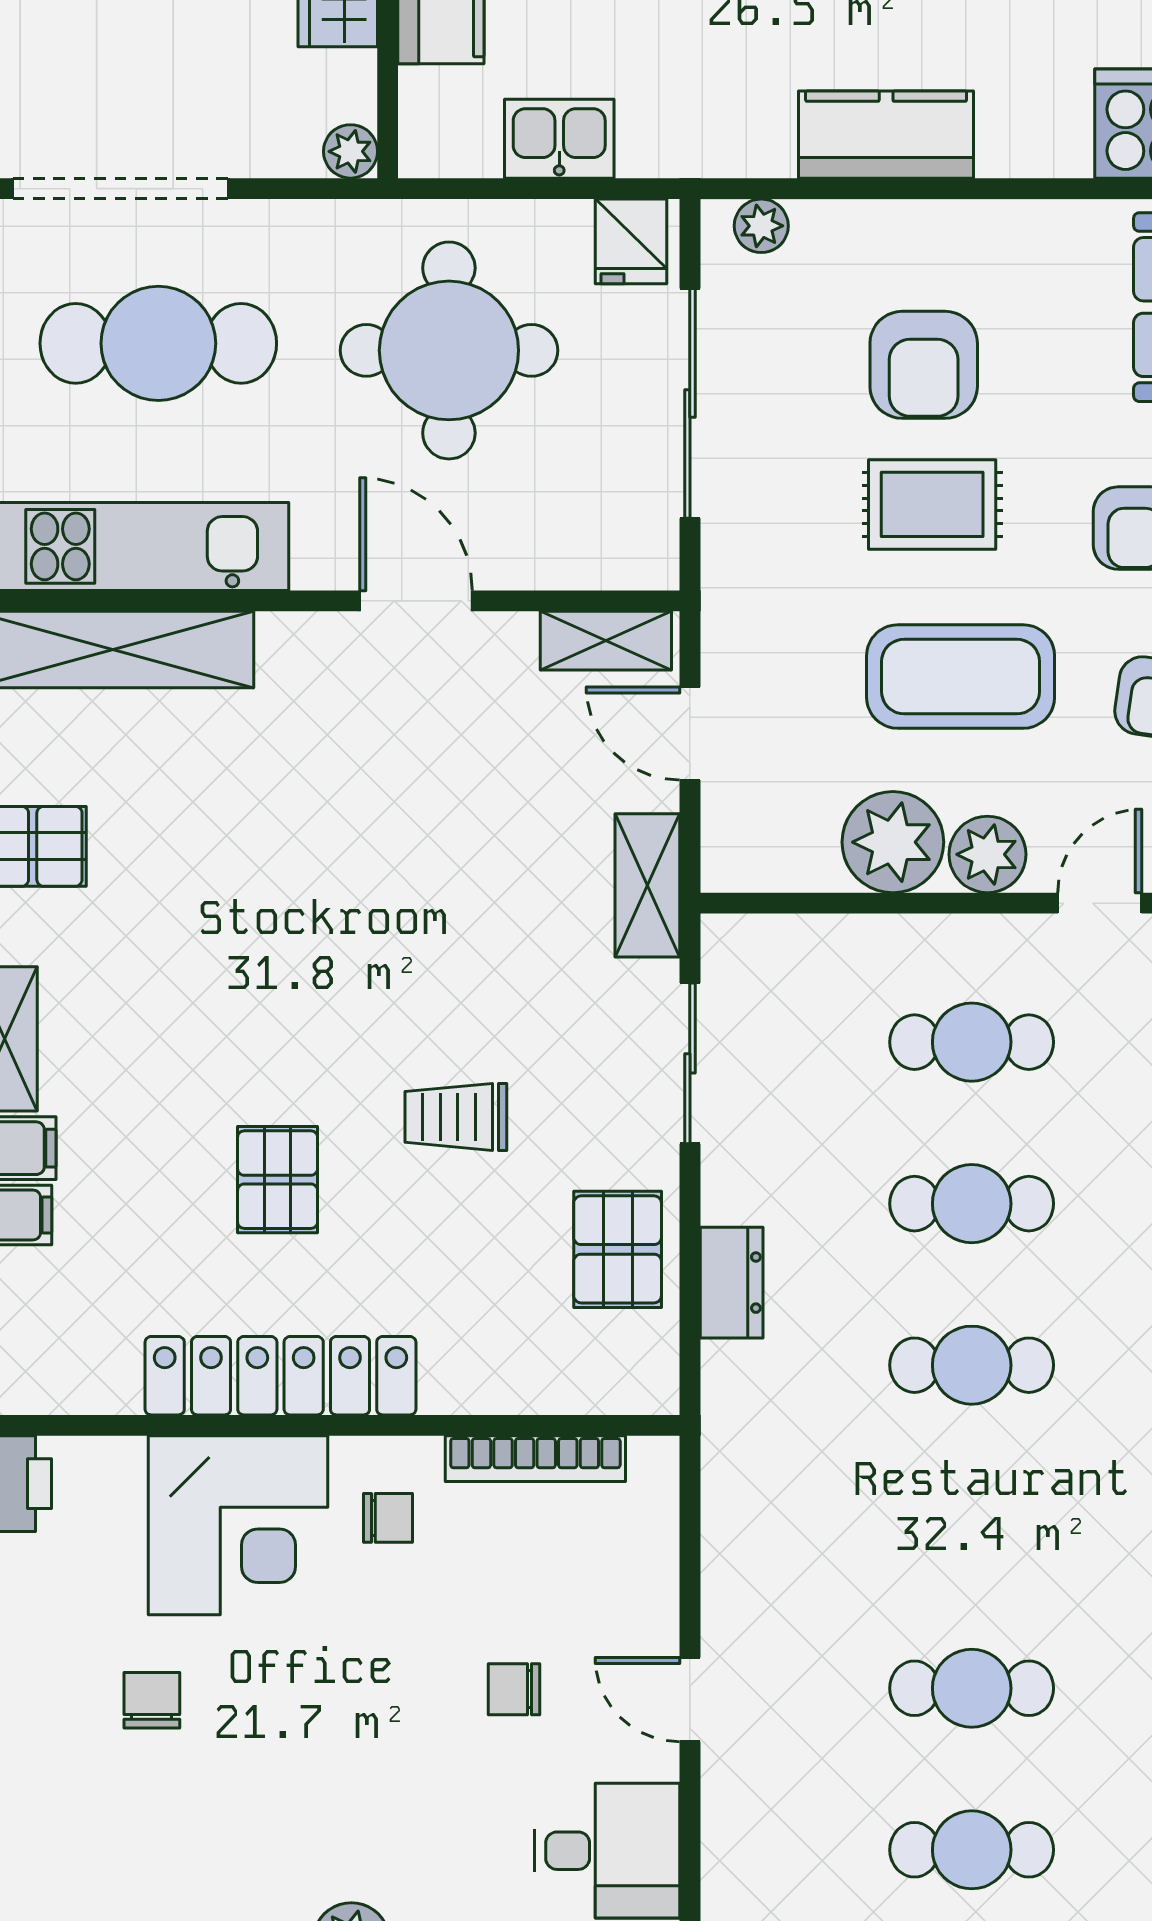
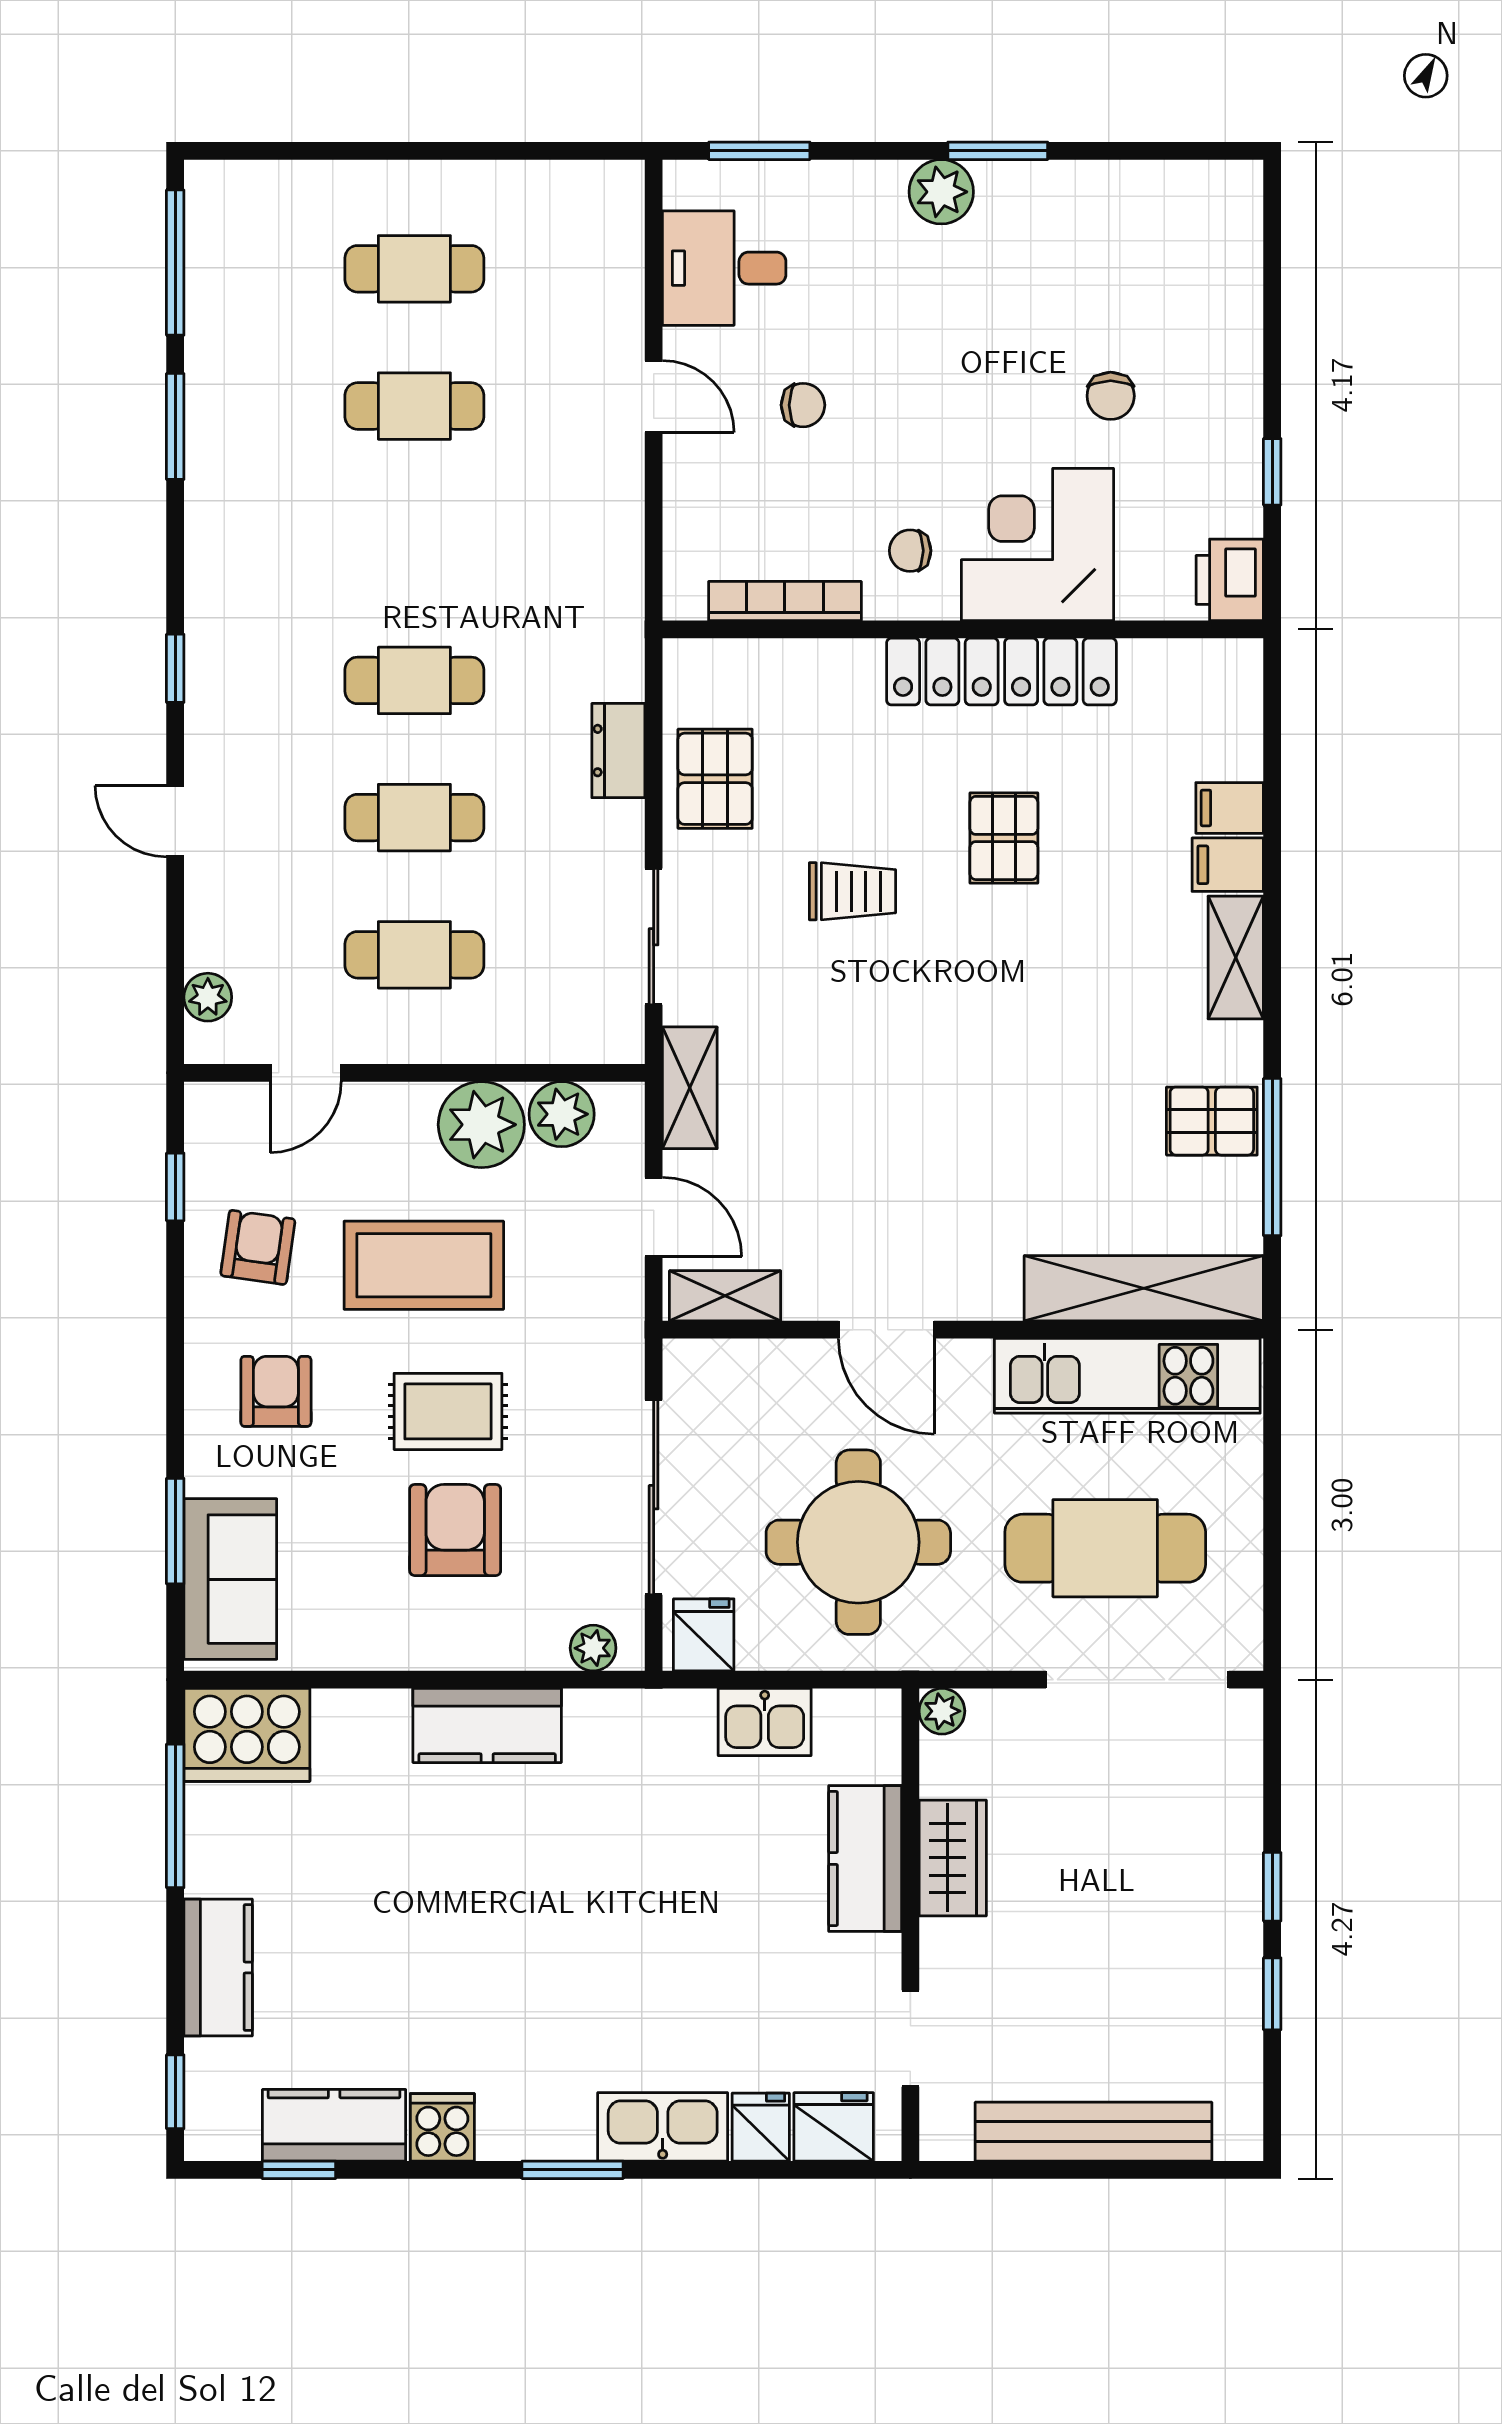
plant: (987, 854) -> (562, 1114), moved

